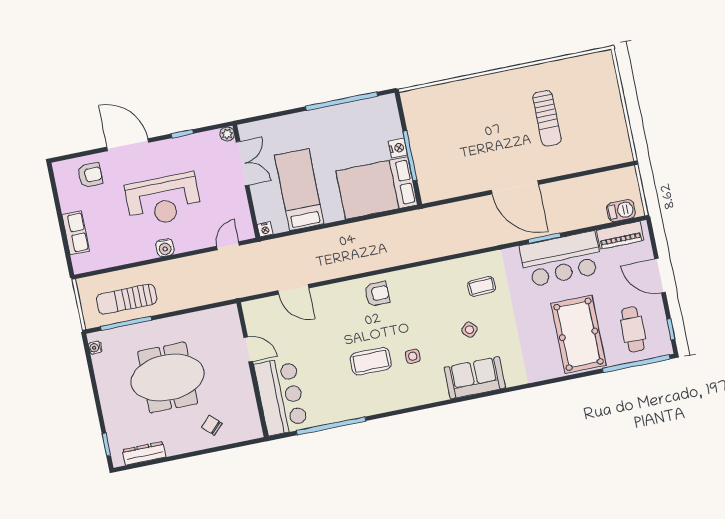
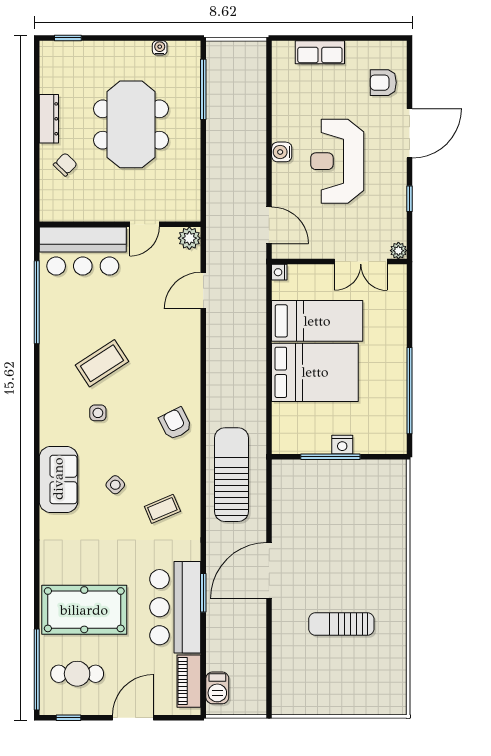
armchair: (90, 175) -> (383, 83), turned 90
bed: (377, 188) -> (315, 372), moved, turned 90
door: (228, 246) -> (269, 225), width x1.38
coffee table: (481, 286) -> (162, 509), turned 69
armchair: (377, 294) -> (175, 424), moved, turned 153
sun lounger: (127, 299) -> (232, 475), moved, width x1.36, depth x1.34
plant: (252, 310) -> (189, 238), added
water cooler: (95, 348) -> (160, 48), moved
coffee table: (371, 361) -> (102, 363), turned 57
dresser: (144, 453) -> (49, 119), moved

